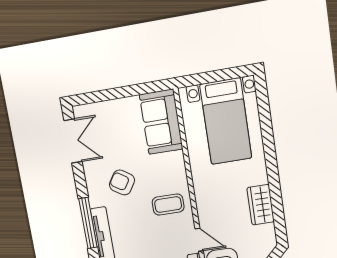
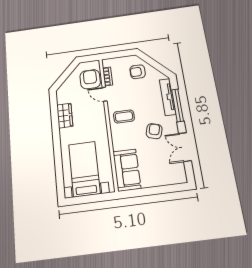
double door: (73, 141) -> (185, 147), moved
armchair: (122, 182) -> (154, 131), turned -107

